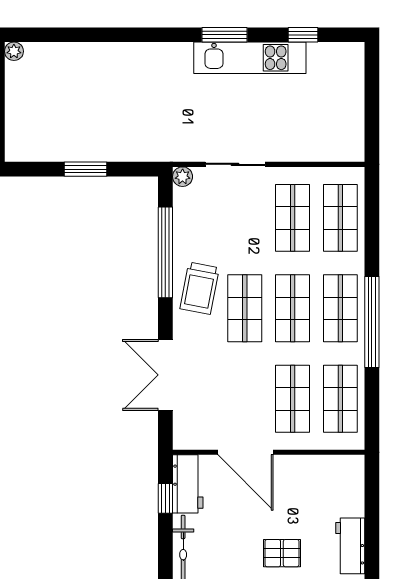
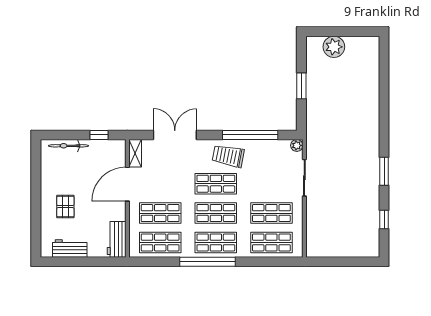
plant: (14, 51) -> (334, 47), moved, width x1.87, depth x1.87
kitchen unit: (250, 58) -> (370, 187), removed
shelving: (195, 440) -> (135, 153), added
workbench: (188, 484) -> (117, 239), moved, turned 90

